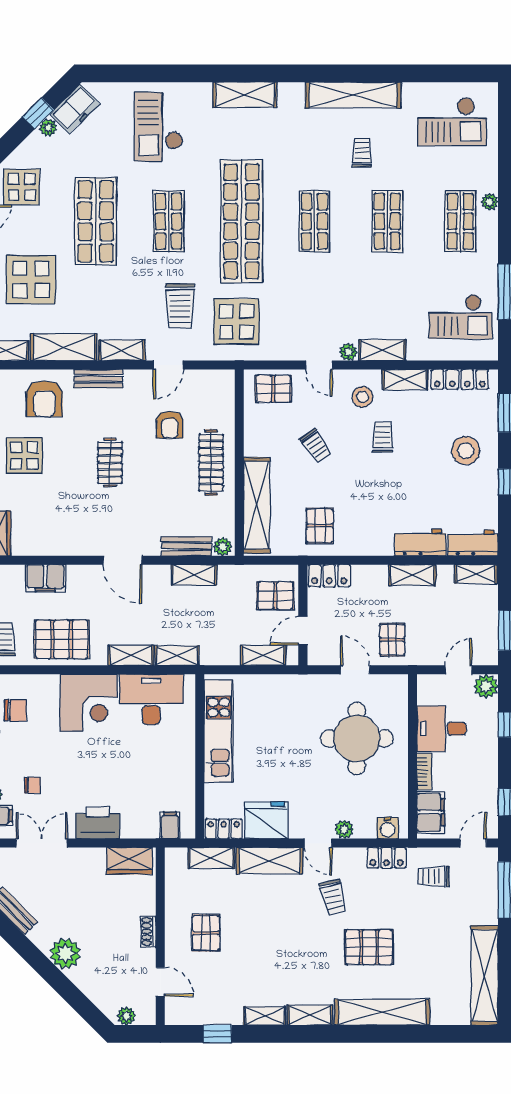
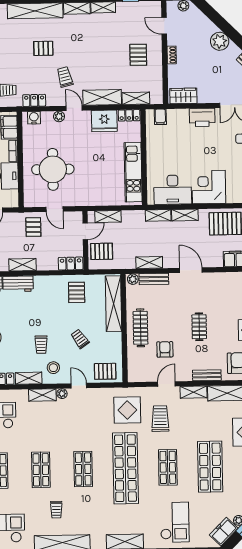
pallet: (369, 947) -> (43, 48), width x0.67, depth x0.71

